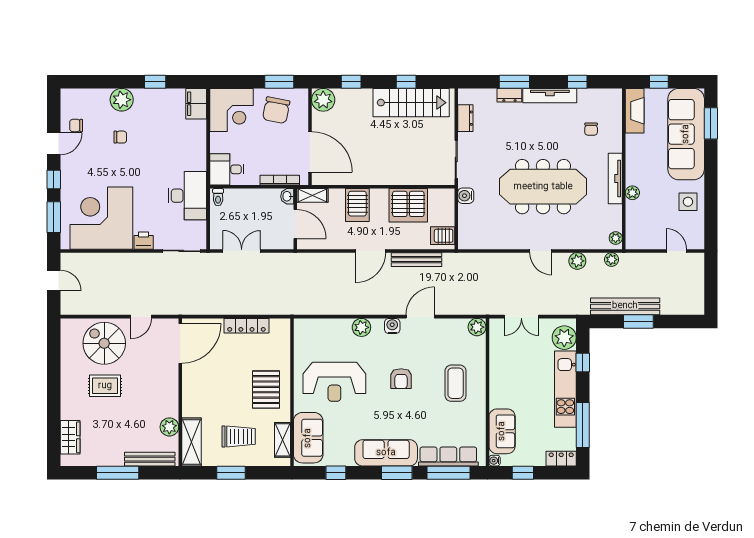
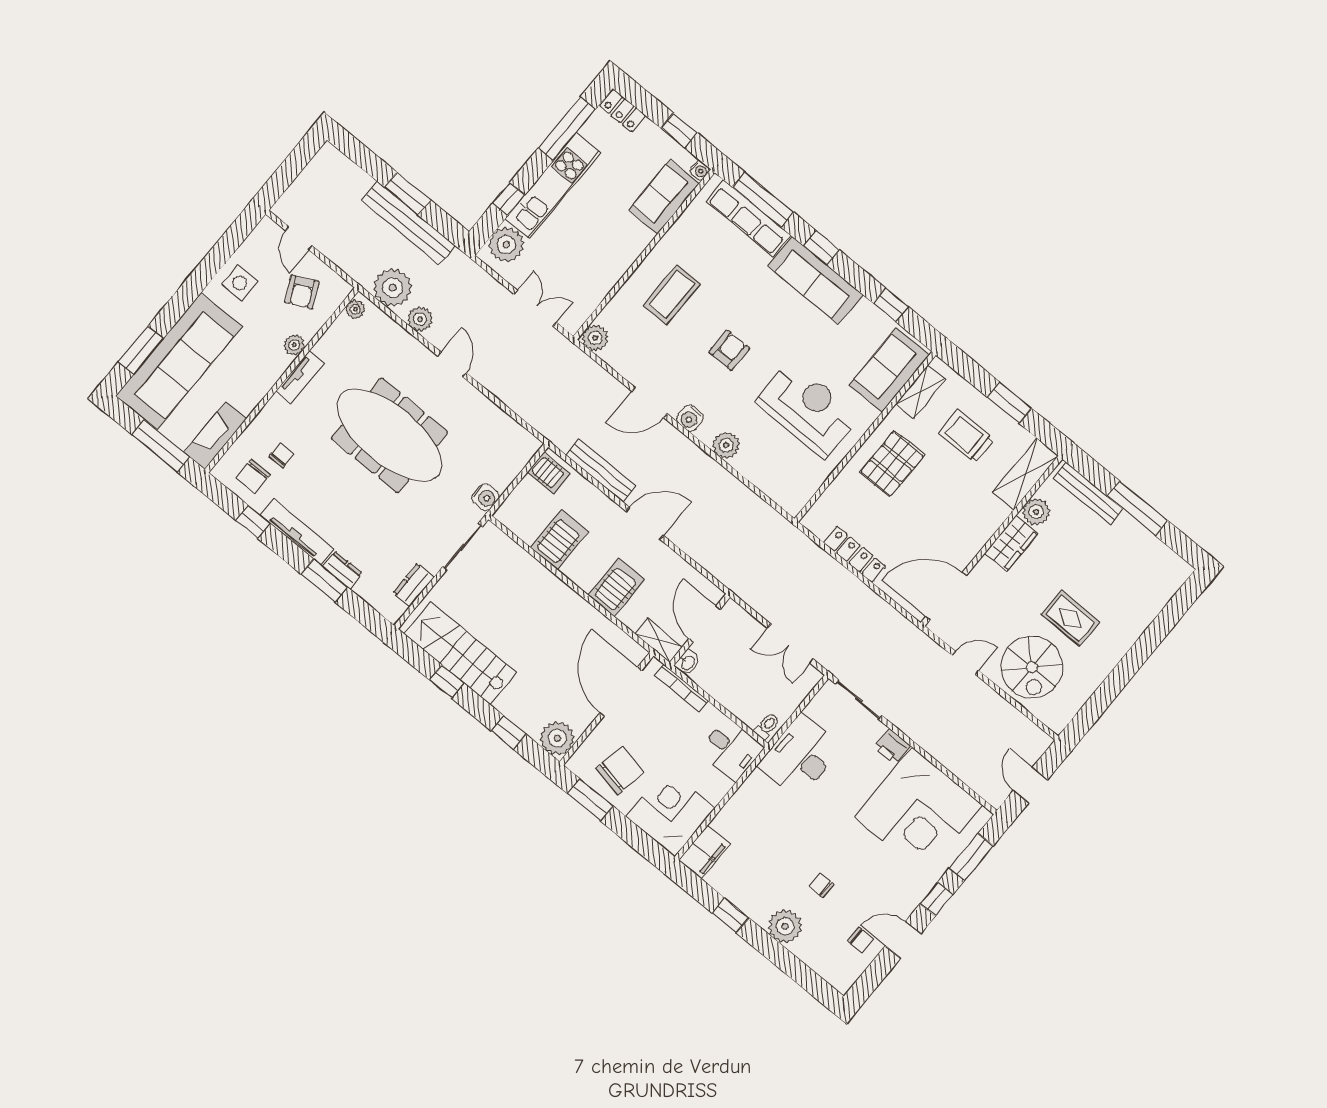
window: (659, 82) -> (161, 446), width x2.17
chair: (597, 106) -> (253, 476), added
tv unit: (615, 179) -> (300, 377), width x0.71
server rack: (408, 205) -> (559, 540), width x0.62
armchair: (651, 224) -> (302, 292), added
plant: (612, 260) -> (393, 288), width x1.87, depth x1.87
wardrobe: (70, 437) -> (1011, 543), moved, turned 180
window: (397, 473) -> (822, 248), width x0.67

